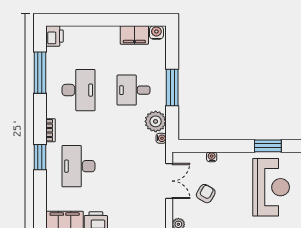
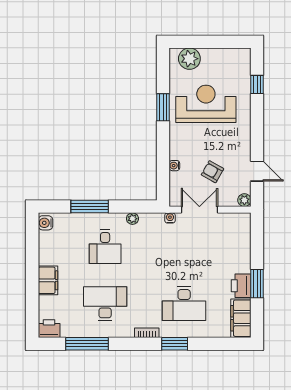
filing cabinet: (134, 35) -> (48, 280), moved
window: (172, 87) -> (90, 207), moved
plant: (156, 121) -> (132, 219), width x0.53, depth x0.53
water cooler: (161, 138) -> (170, 218), moved

